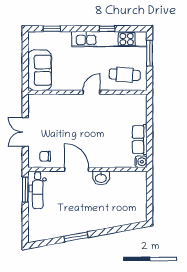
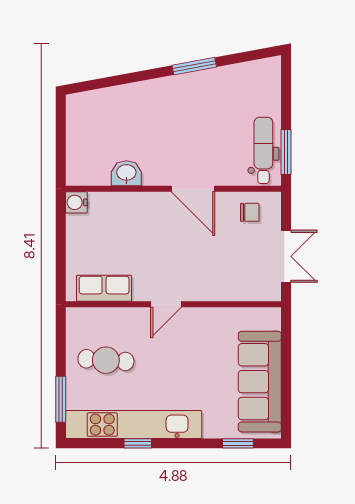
sofa: (40, 70) -> (260, 382), width x1.36
wall: (87, 92) -> (173, 304), moved
door: (91, 92) -> (166, 304), moved
row of seats: (140, 140) -> (104, 288), moved, turned -90
washbasin: (101, 178) -> (126, 173), moved

